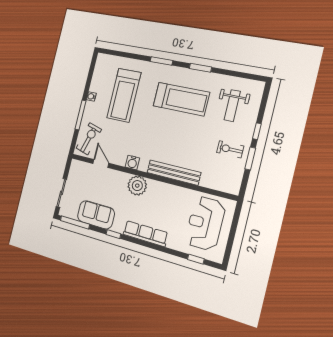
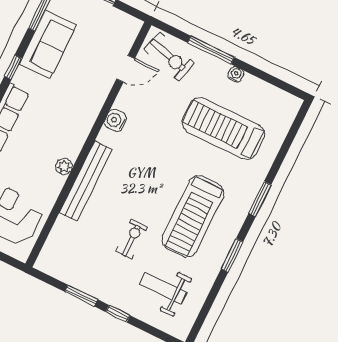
exercise bike: (230, 149) -> (132, 239), moved
plant: (137, 186) -> (64, 166), moved, width x0.53, depth x0.53

